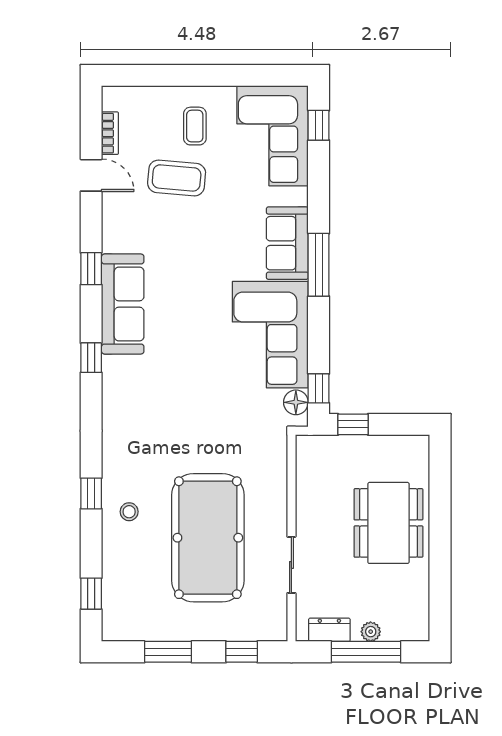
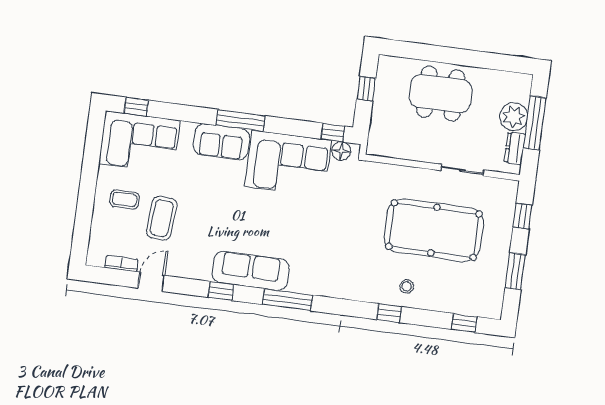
window: (91, 358) -> (288, 300), width x2.17
window: (353, 424) -> (366, 89), moved
plant: (371, 632) -> (514, 117), width x1.88, depth x1.88

